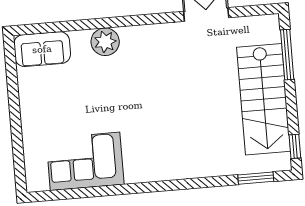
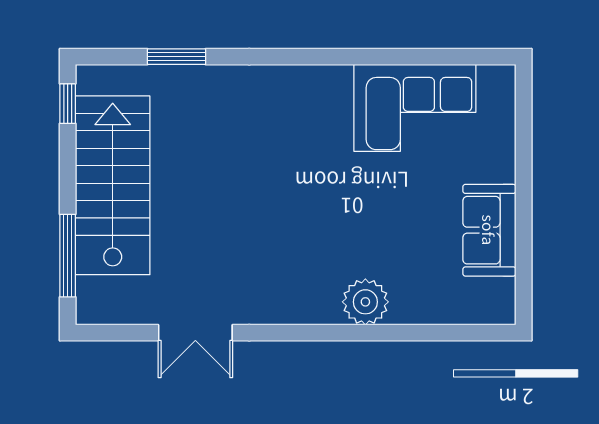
sofa: (42, 49) -> (489, 230), moved, turned -90
window: (256, 178) -> (177, 57), moved

